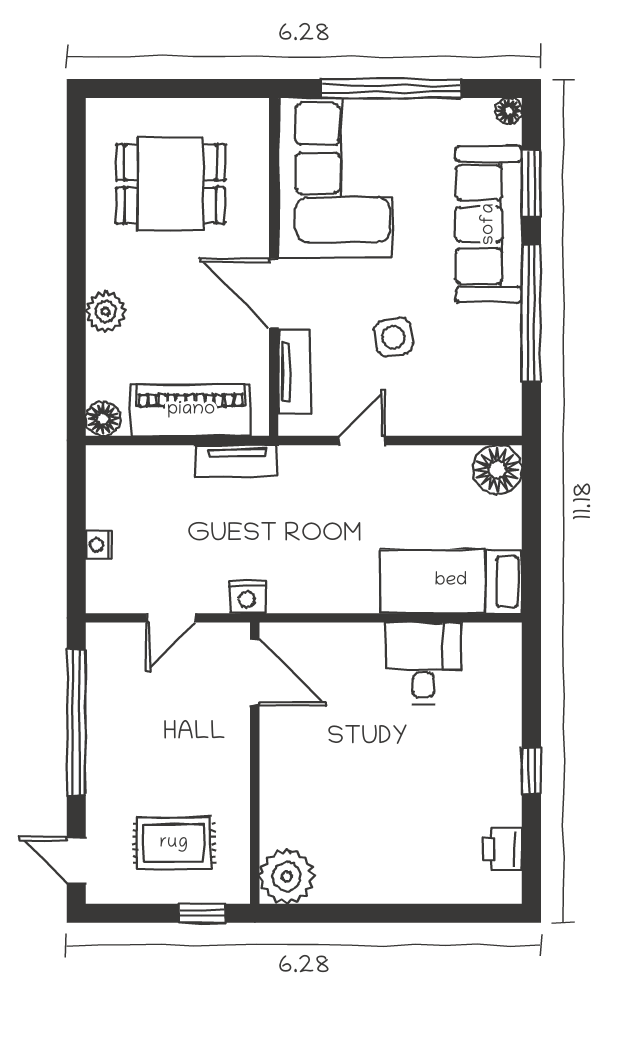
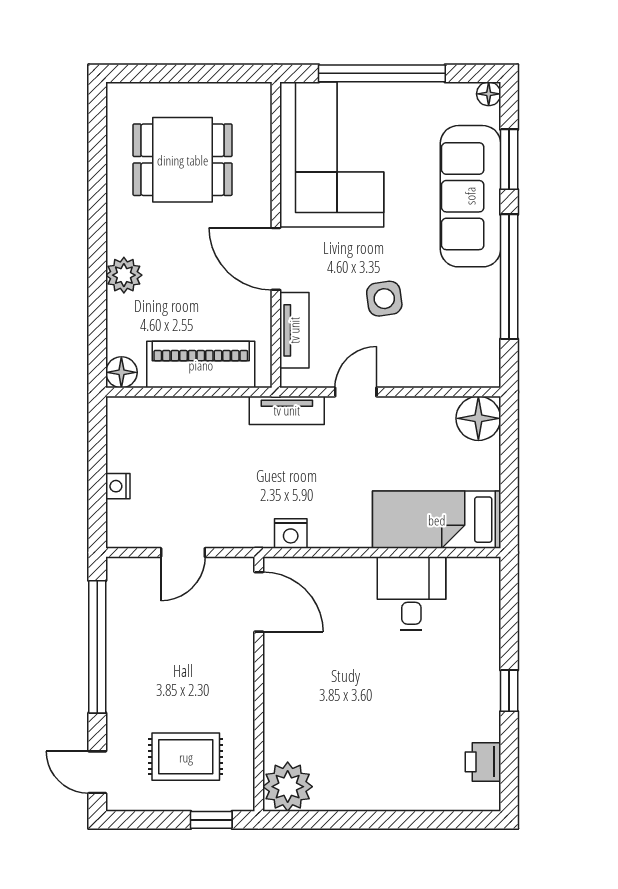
tv unit: (237, 461) -> (287, 410), moved
nightstand: (247, 597) -> (291, 534), moved

